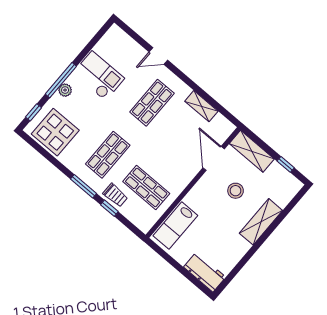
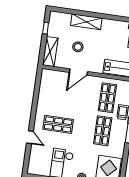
shelving: (201, 106) -> (43, 96), removed
shop shelf: (108, 155) -> (103, 131), turned 90
door: (214, 158) -> (78, 72), moved

